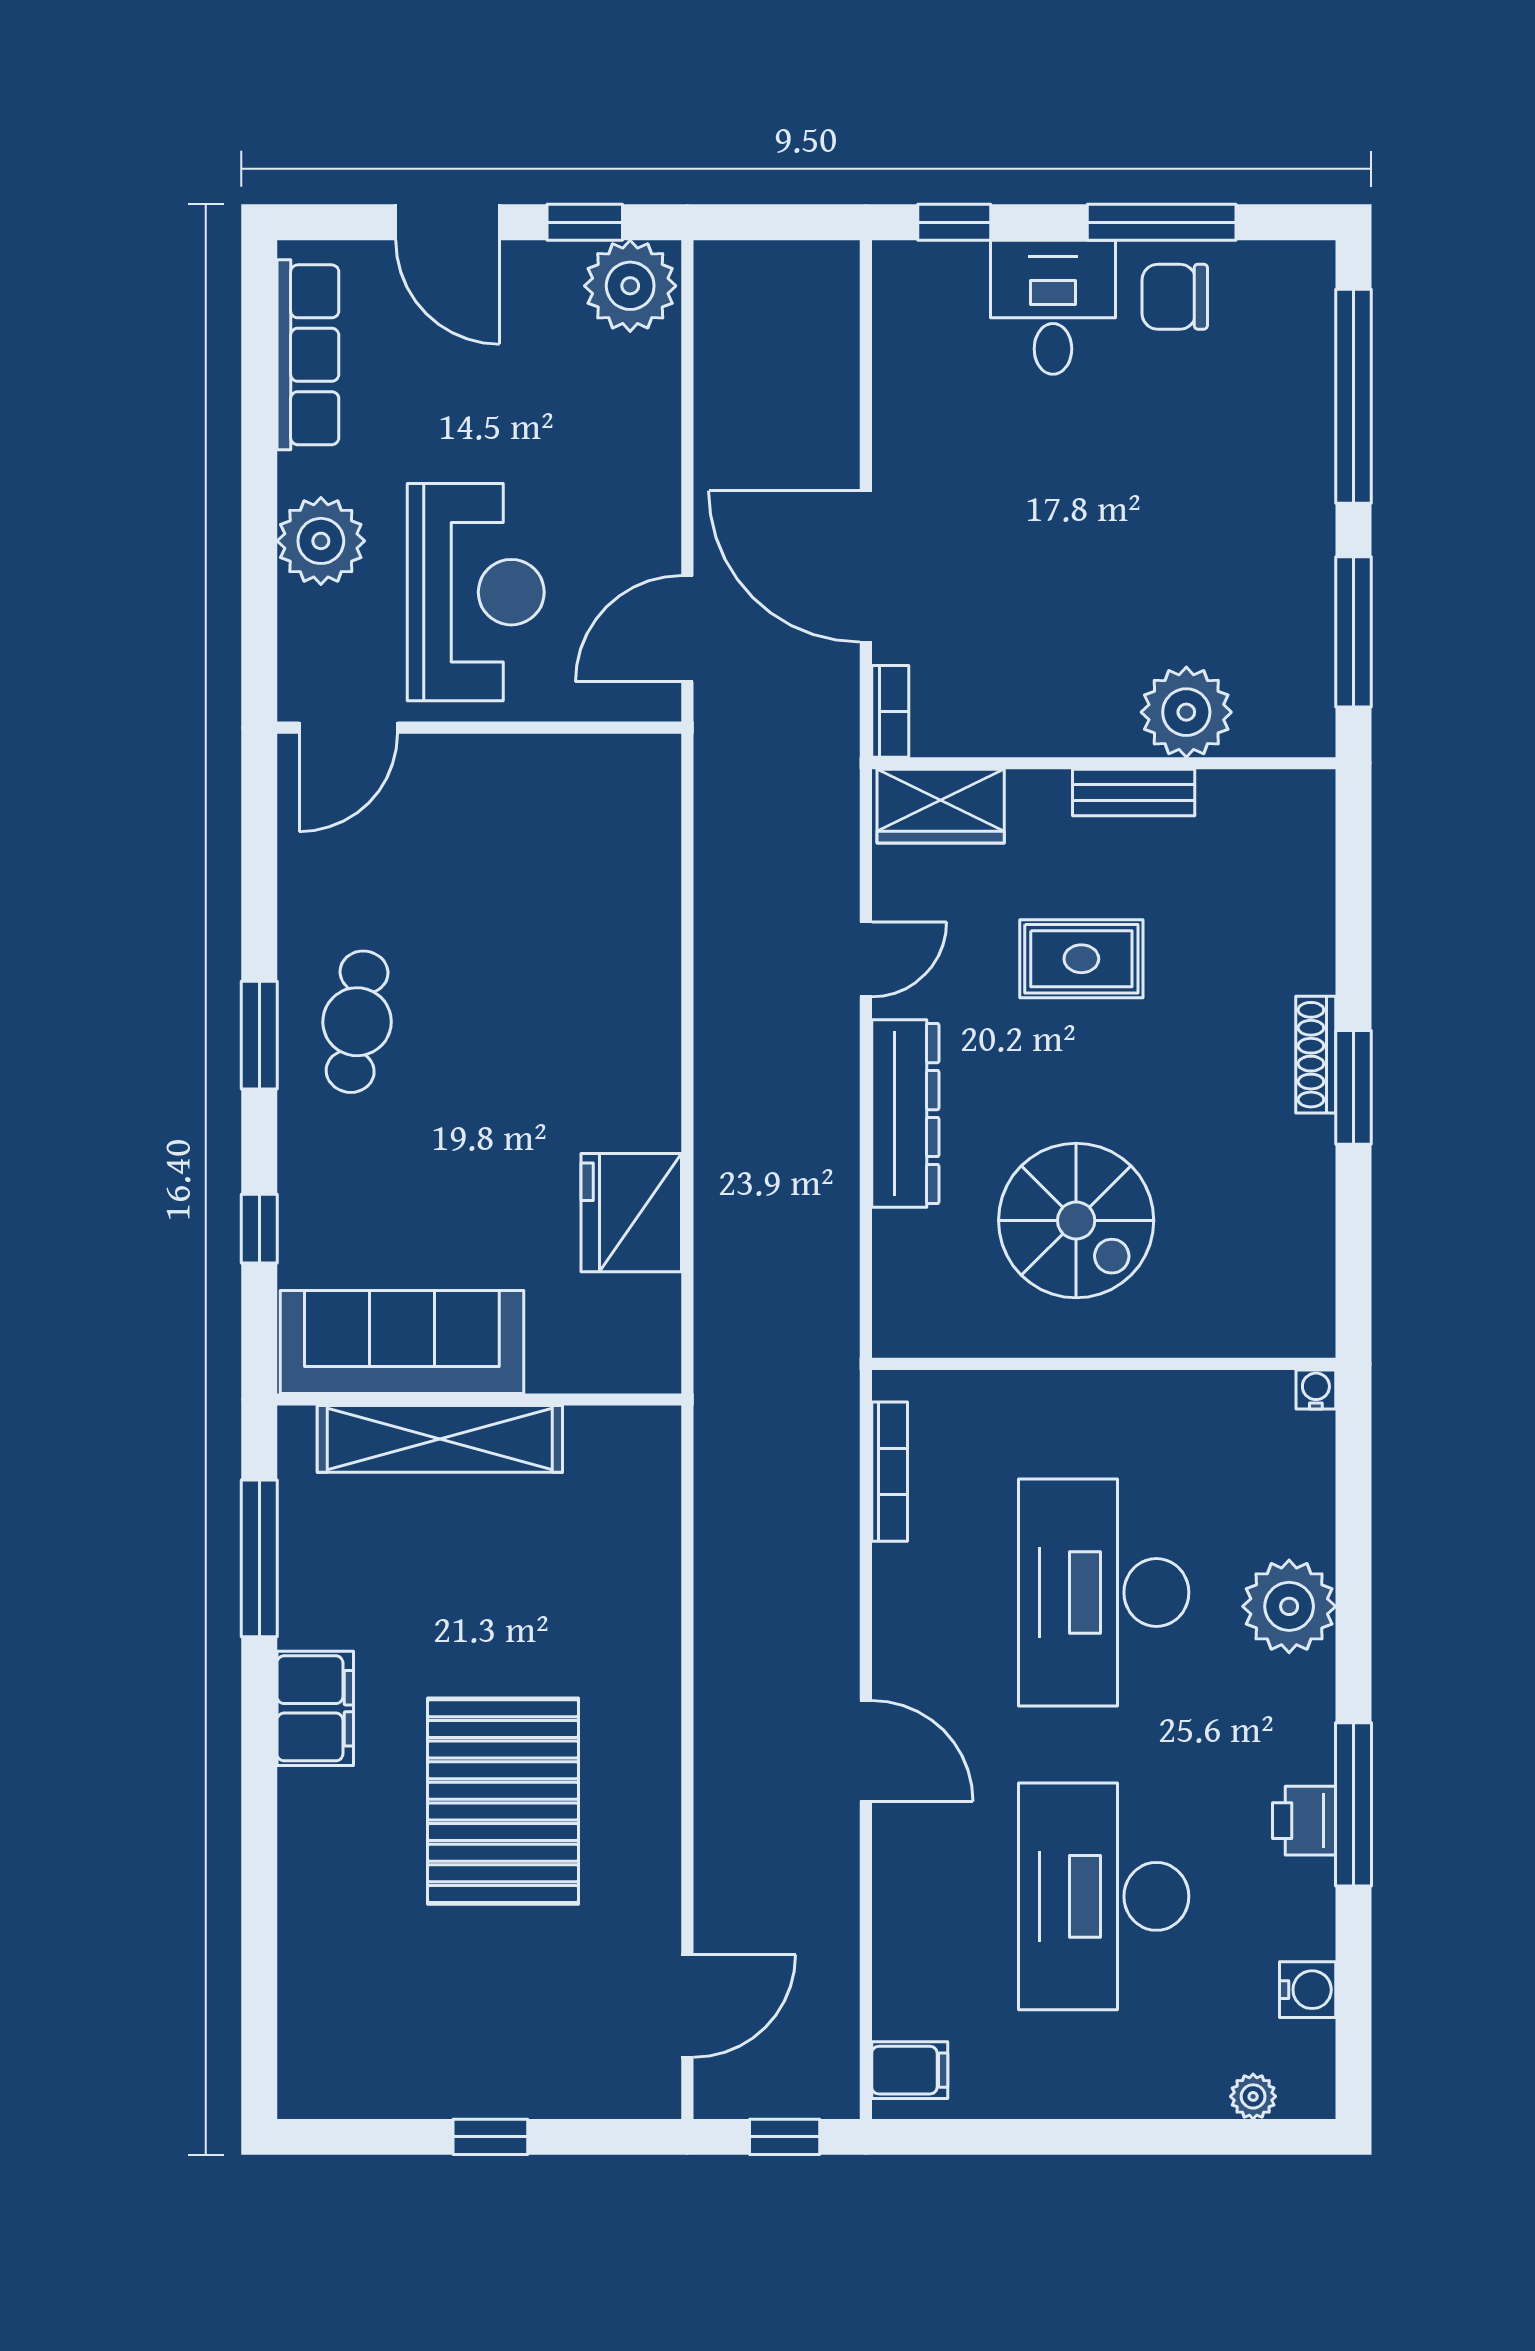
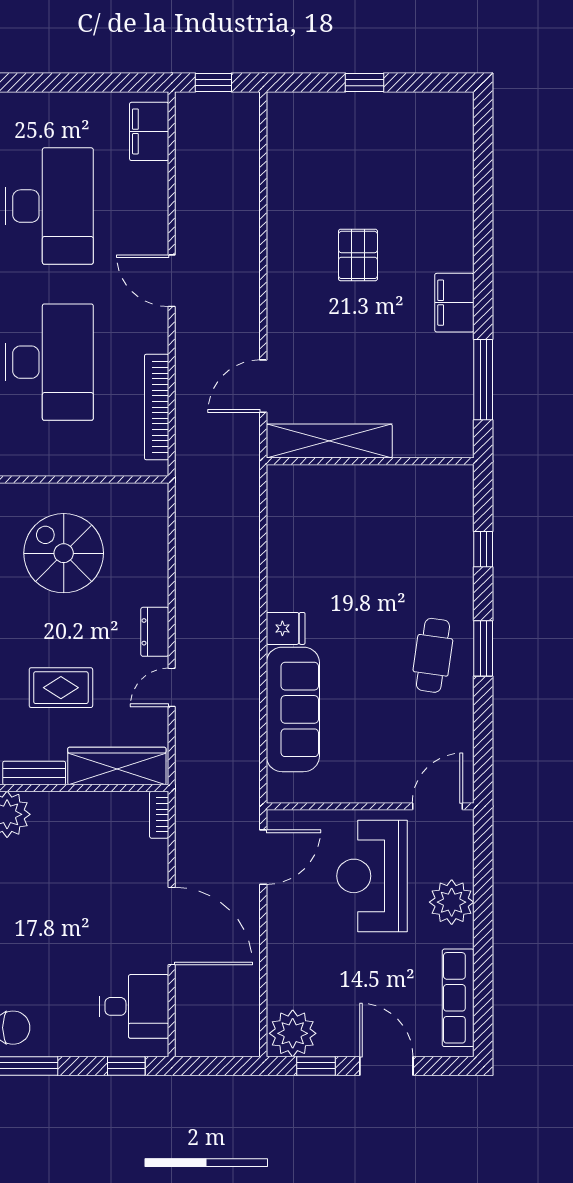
desk: (1053, 307) -> (134, 1006), moved, turned -90
door: (866, 566) -> (172, 926), moved
wardrobe: (941, 806) -> (117, 766), width x1.50
dresser: (905, 1114) -> (155, 632), width x0.51, depth x0.80
fridge: (631, 1213) -> (286, 628), moved, width x0.53, depth x0.75
sofa: (402, 1342) -> (293, 709), moved, turned -90
shelving: (440, 1439) -> (329, 441), moved
bookcase: (890, 1472) -> (157, 407), width x1.48, depth x1.31
pallet: (503, 1801) -> (358, 255), width x0.49, depth x0.50
door: (687, 2006) -> (263, 386), moved
filing cabinet: (910, 2070) -> (149, 131), width x2.00

